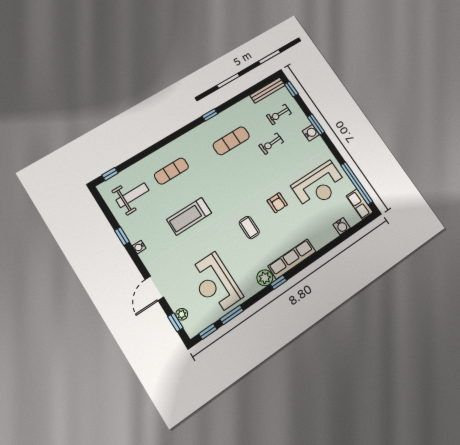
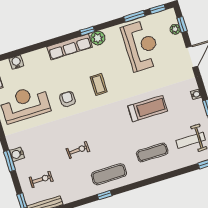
exercise mat: (231, 141) -> (109, 174), moved
exercise bike: (271, 144) -> (78, 150), moved

